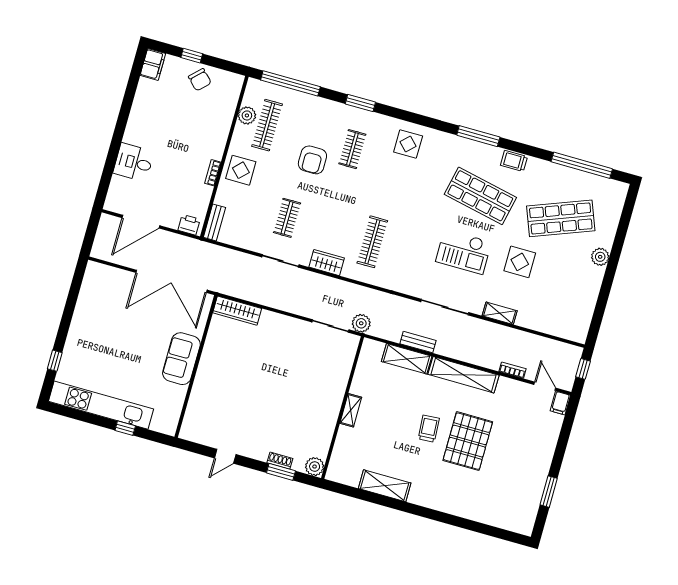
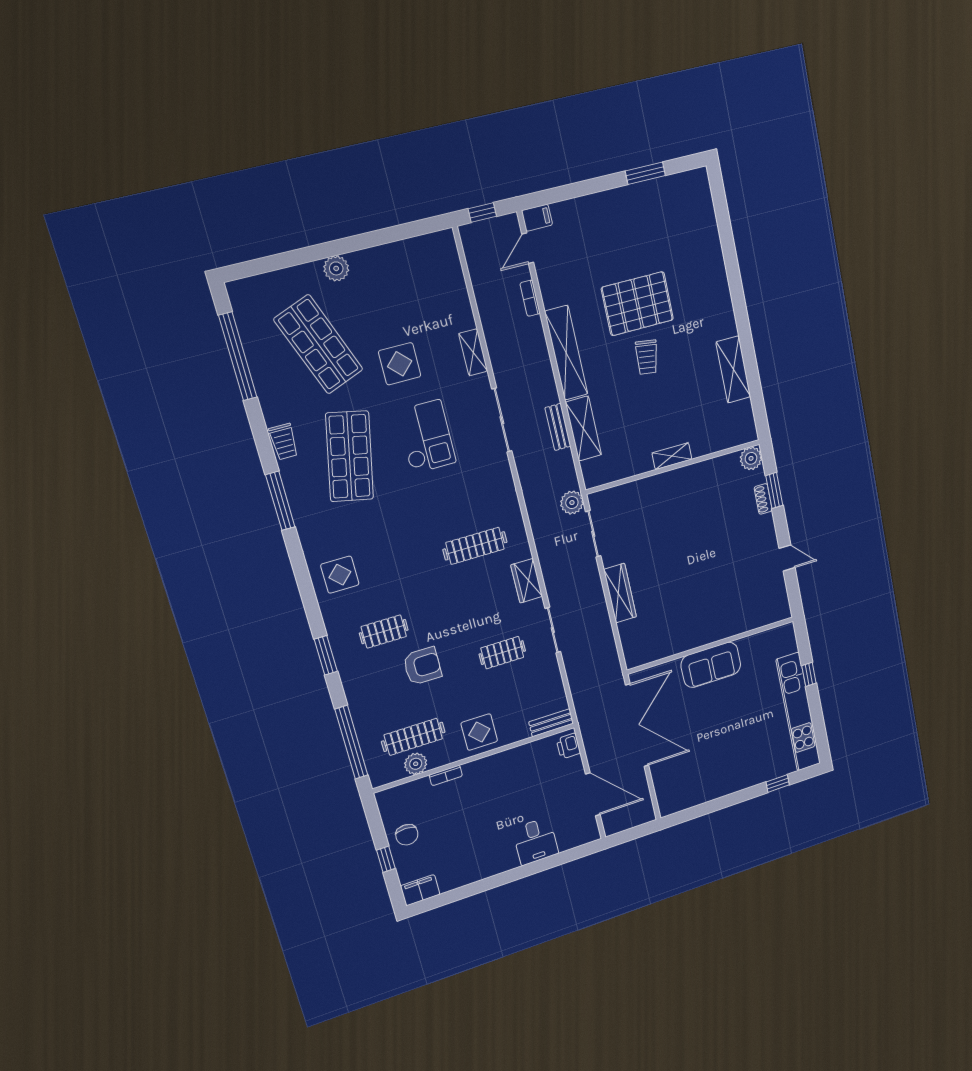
chair: (200, 80) -> (407, 835), turned 135
bookcase: (213, 173) -> (446, 775), moved
wardrobe: (237, 311) -> (620, 593), moved
trolley: (429, 429) -> (647, 357), turned -78

